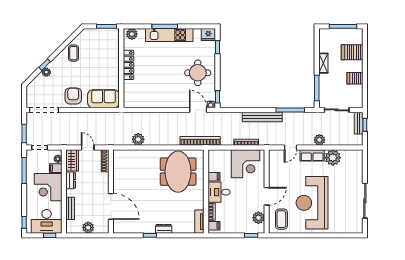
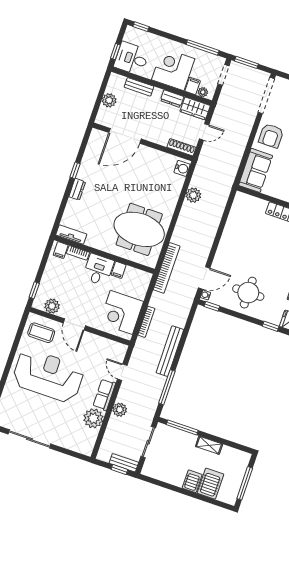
server rack: (355, 78) -> (192, 481), moved
armchair: (73, 96) -> (271, 136), turned 90
water cooler: (121, 155) -> (182, 168), added
desk: (47, 221) -> (132, 58), width x0.73

